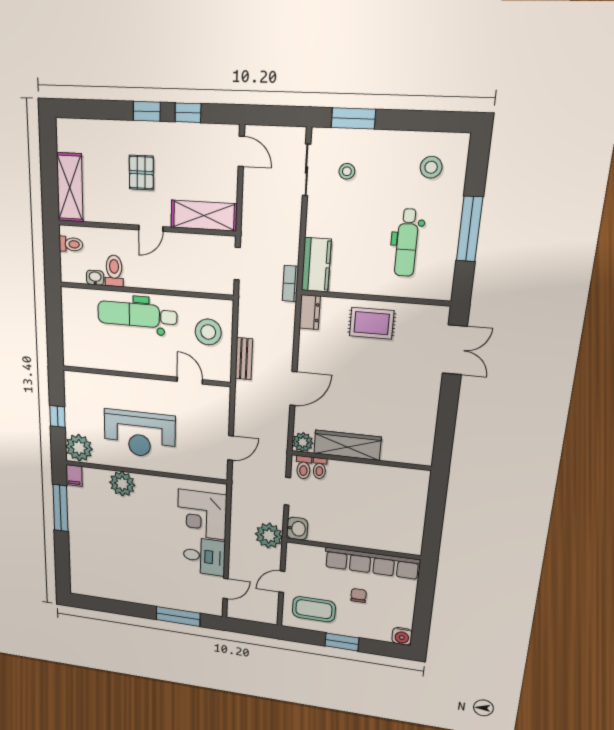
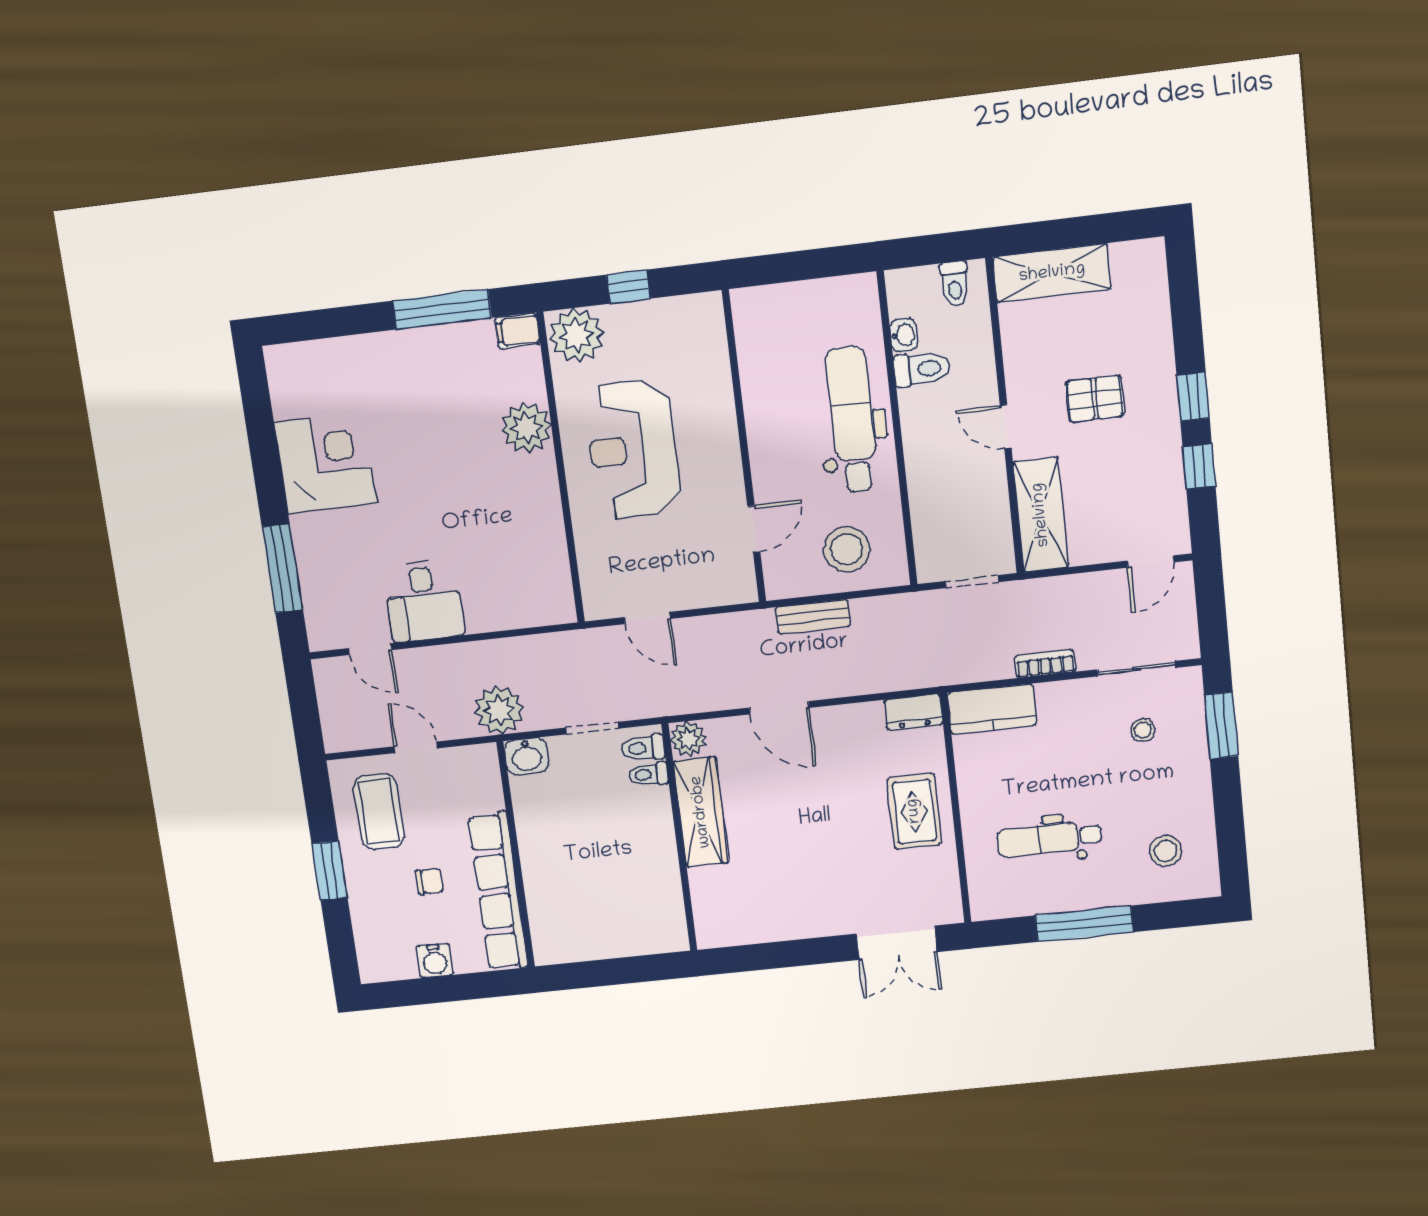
bookcase: (290, 284) -> (1045, 664), moved
corner desk: (202, 515) -> (326, 463), moved, turned 90
water cooler: (402, 636) -> (435, 961), moved, turned -90

